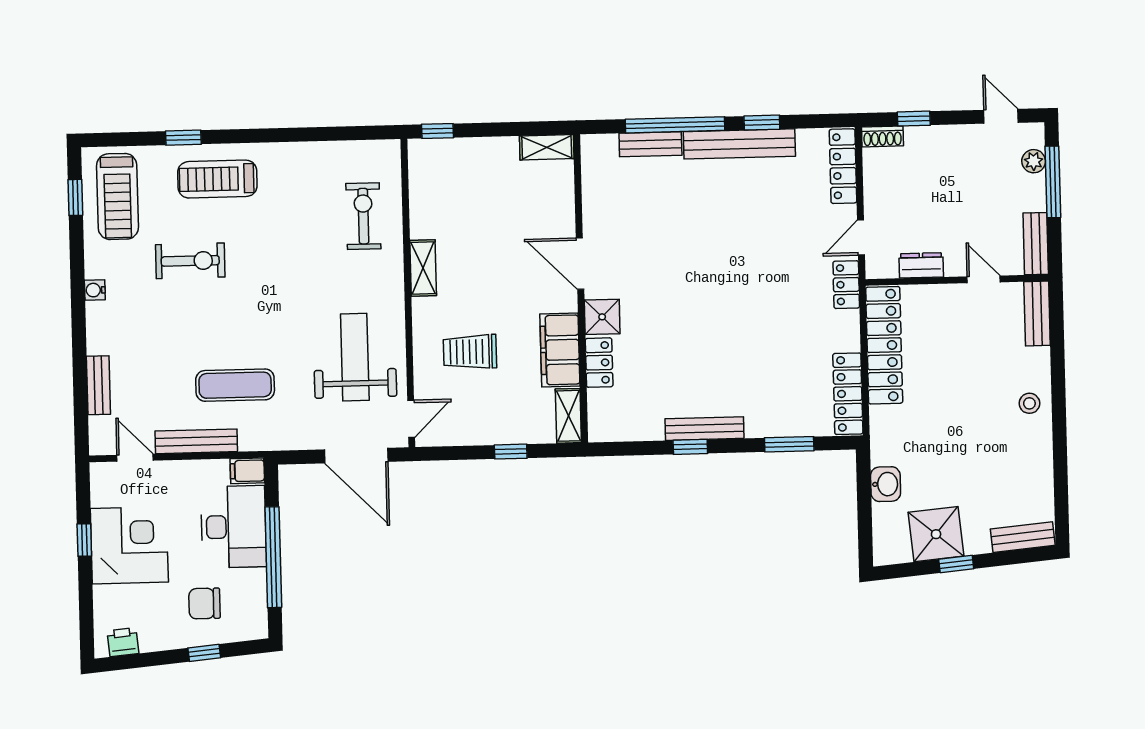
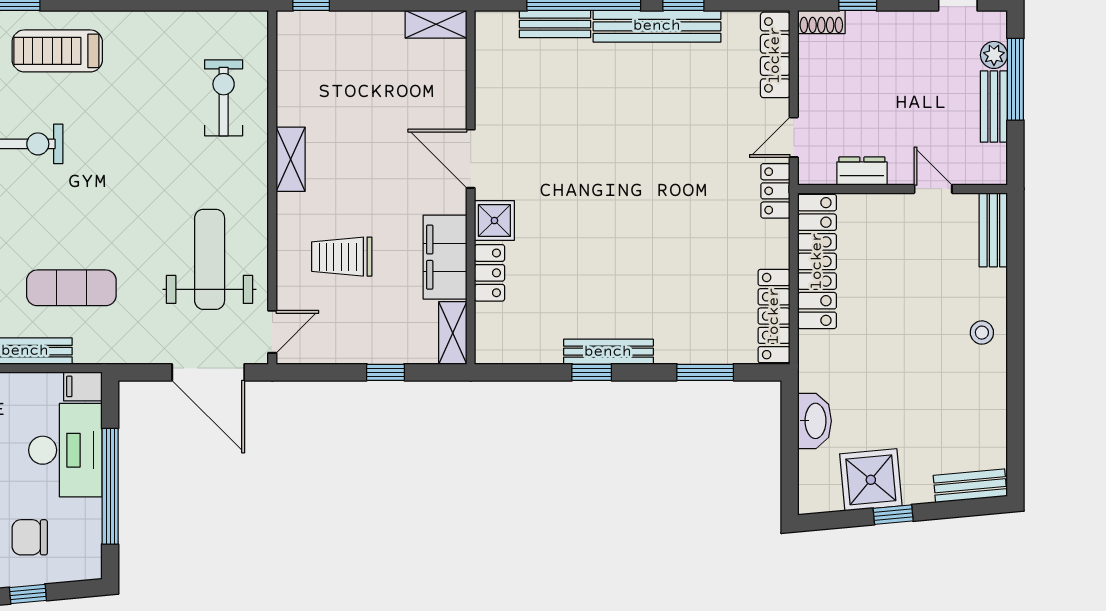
bench: (1036, 244) -> (994, 107), moved
washbasin: (886, 484) -> (814, 421), width x1.38

